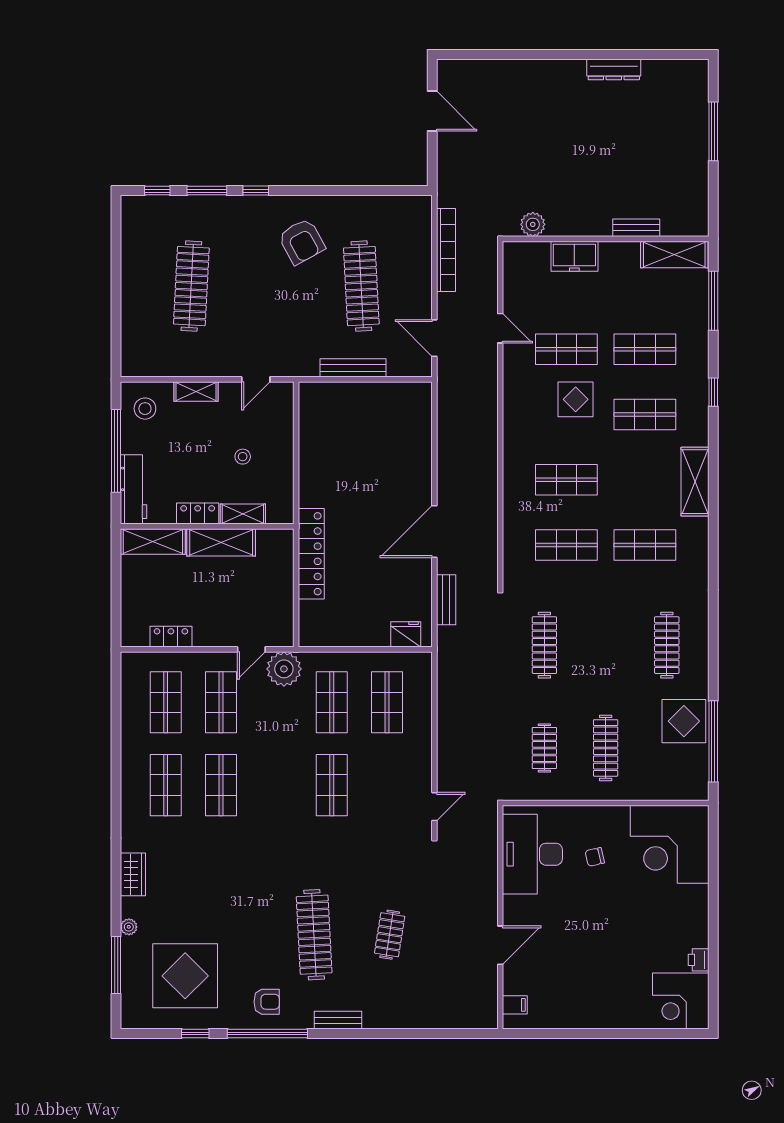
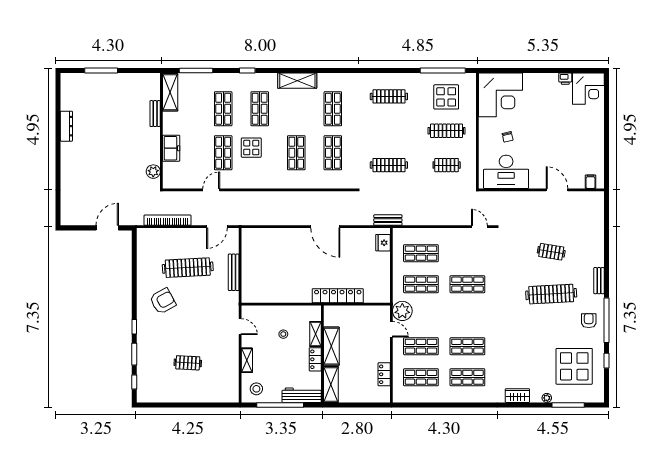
door: (432, 111) -> (107, 228), moved
clothes rail: (191, 286) -> (188, 363), width x0.54, depth x0.76
bench: (446, 600) -> (388, 220), moved
display table: (684, 721) -> (446, 97), moved

